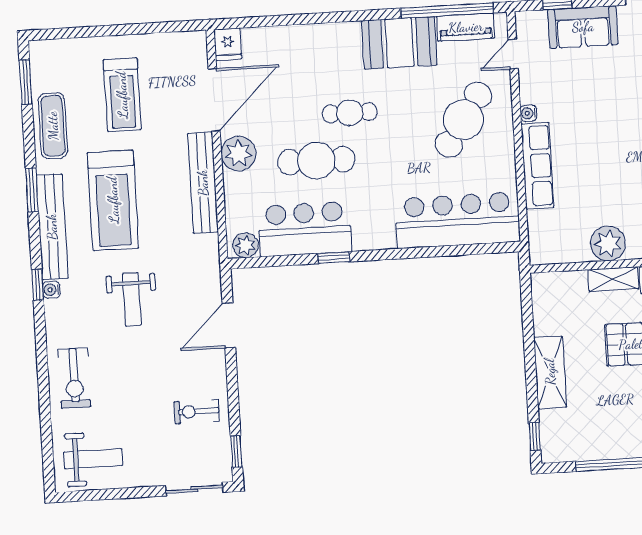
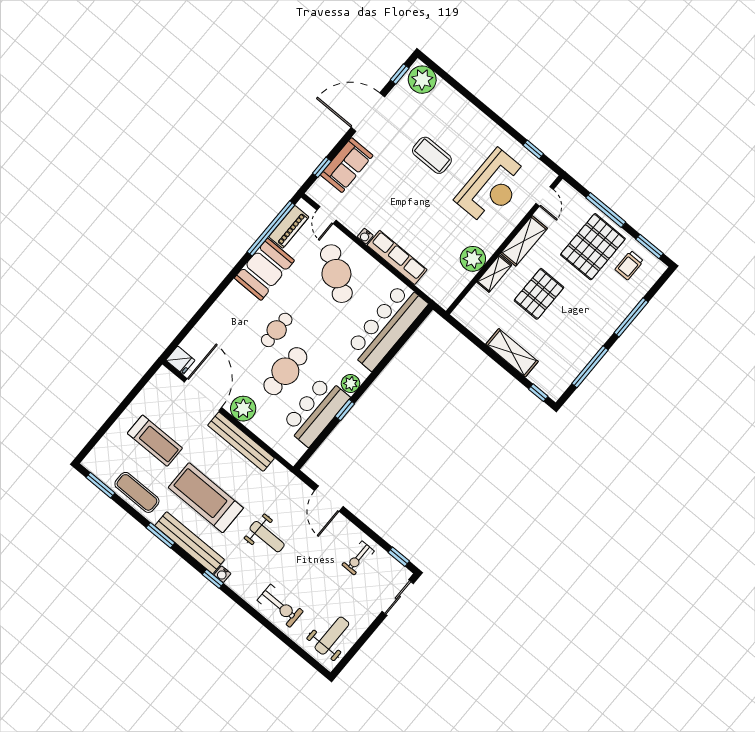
treadmill: (113, 200) -> (206, 498), turned 180
plant: (245, 245) -> (351, 383), moved

